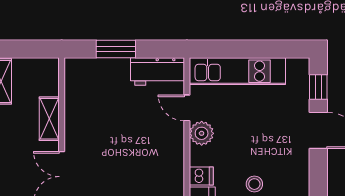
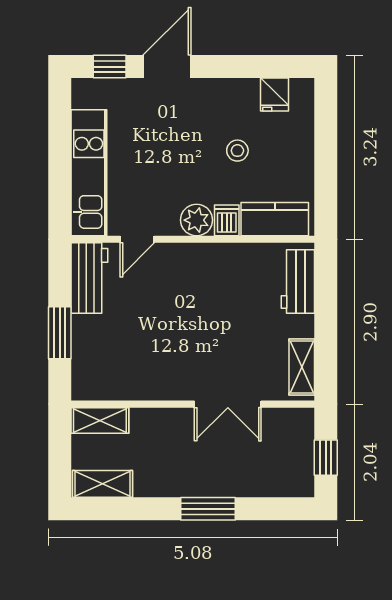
shelving: (49, 119) -> (100, 420), moved
plant: (202, 133) -> (197, 220), moved

